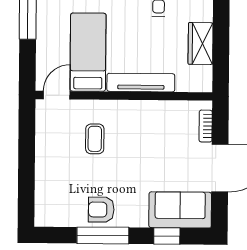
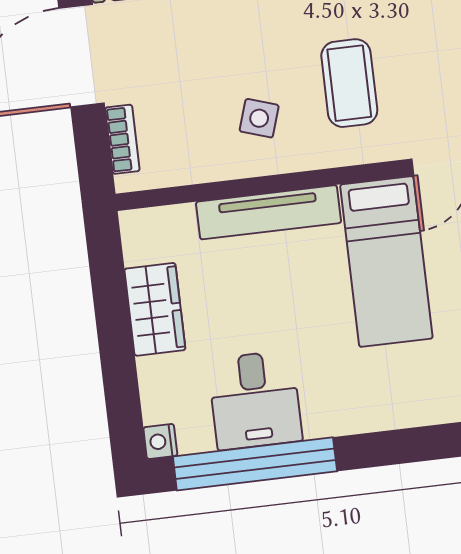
side table: (140, 128) -> (259, 118), added
coffee table: (95, 139) -> (349, 83), width x1.36, depth x1.30

